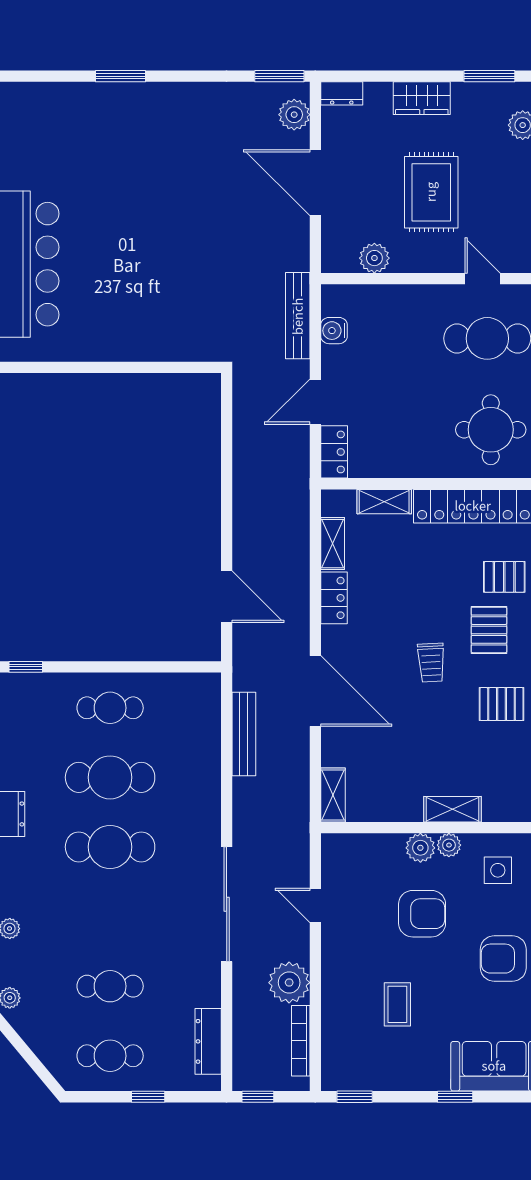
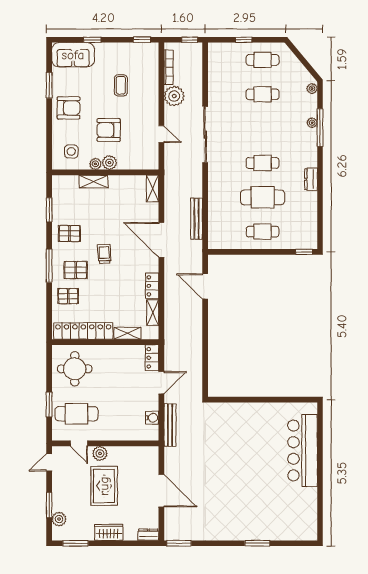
plant: (294, 115) -> (172, 524), removed
plant: (374, 258) -> (100, 453), moved
pallet: (489, 630) -> (76, 270), turned 90
cafe table: (110, 847) -> (263, 163), width x0.73, depth x0.74
dresser: (208, 1041) -> (214, 67), removed

